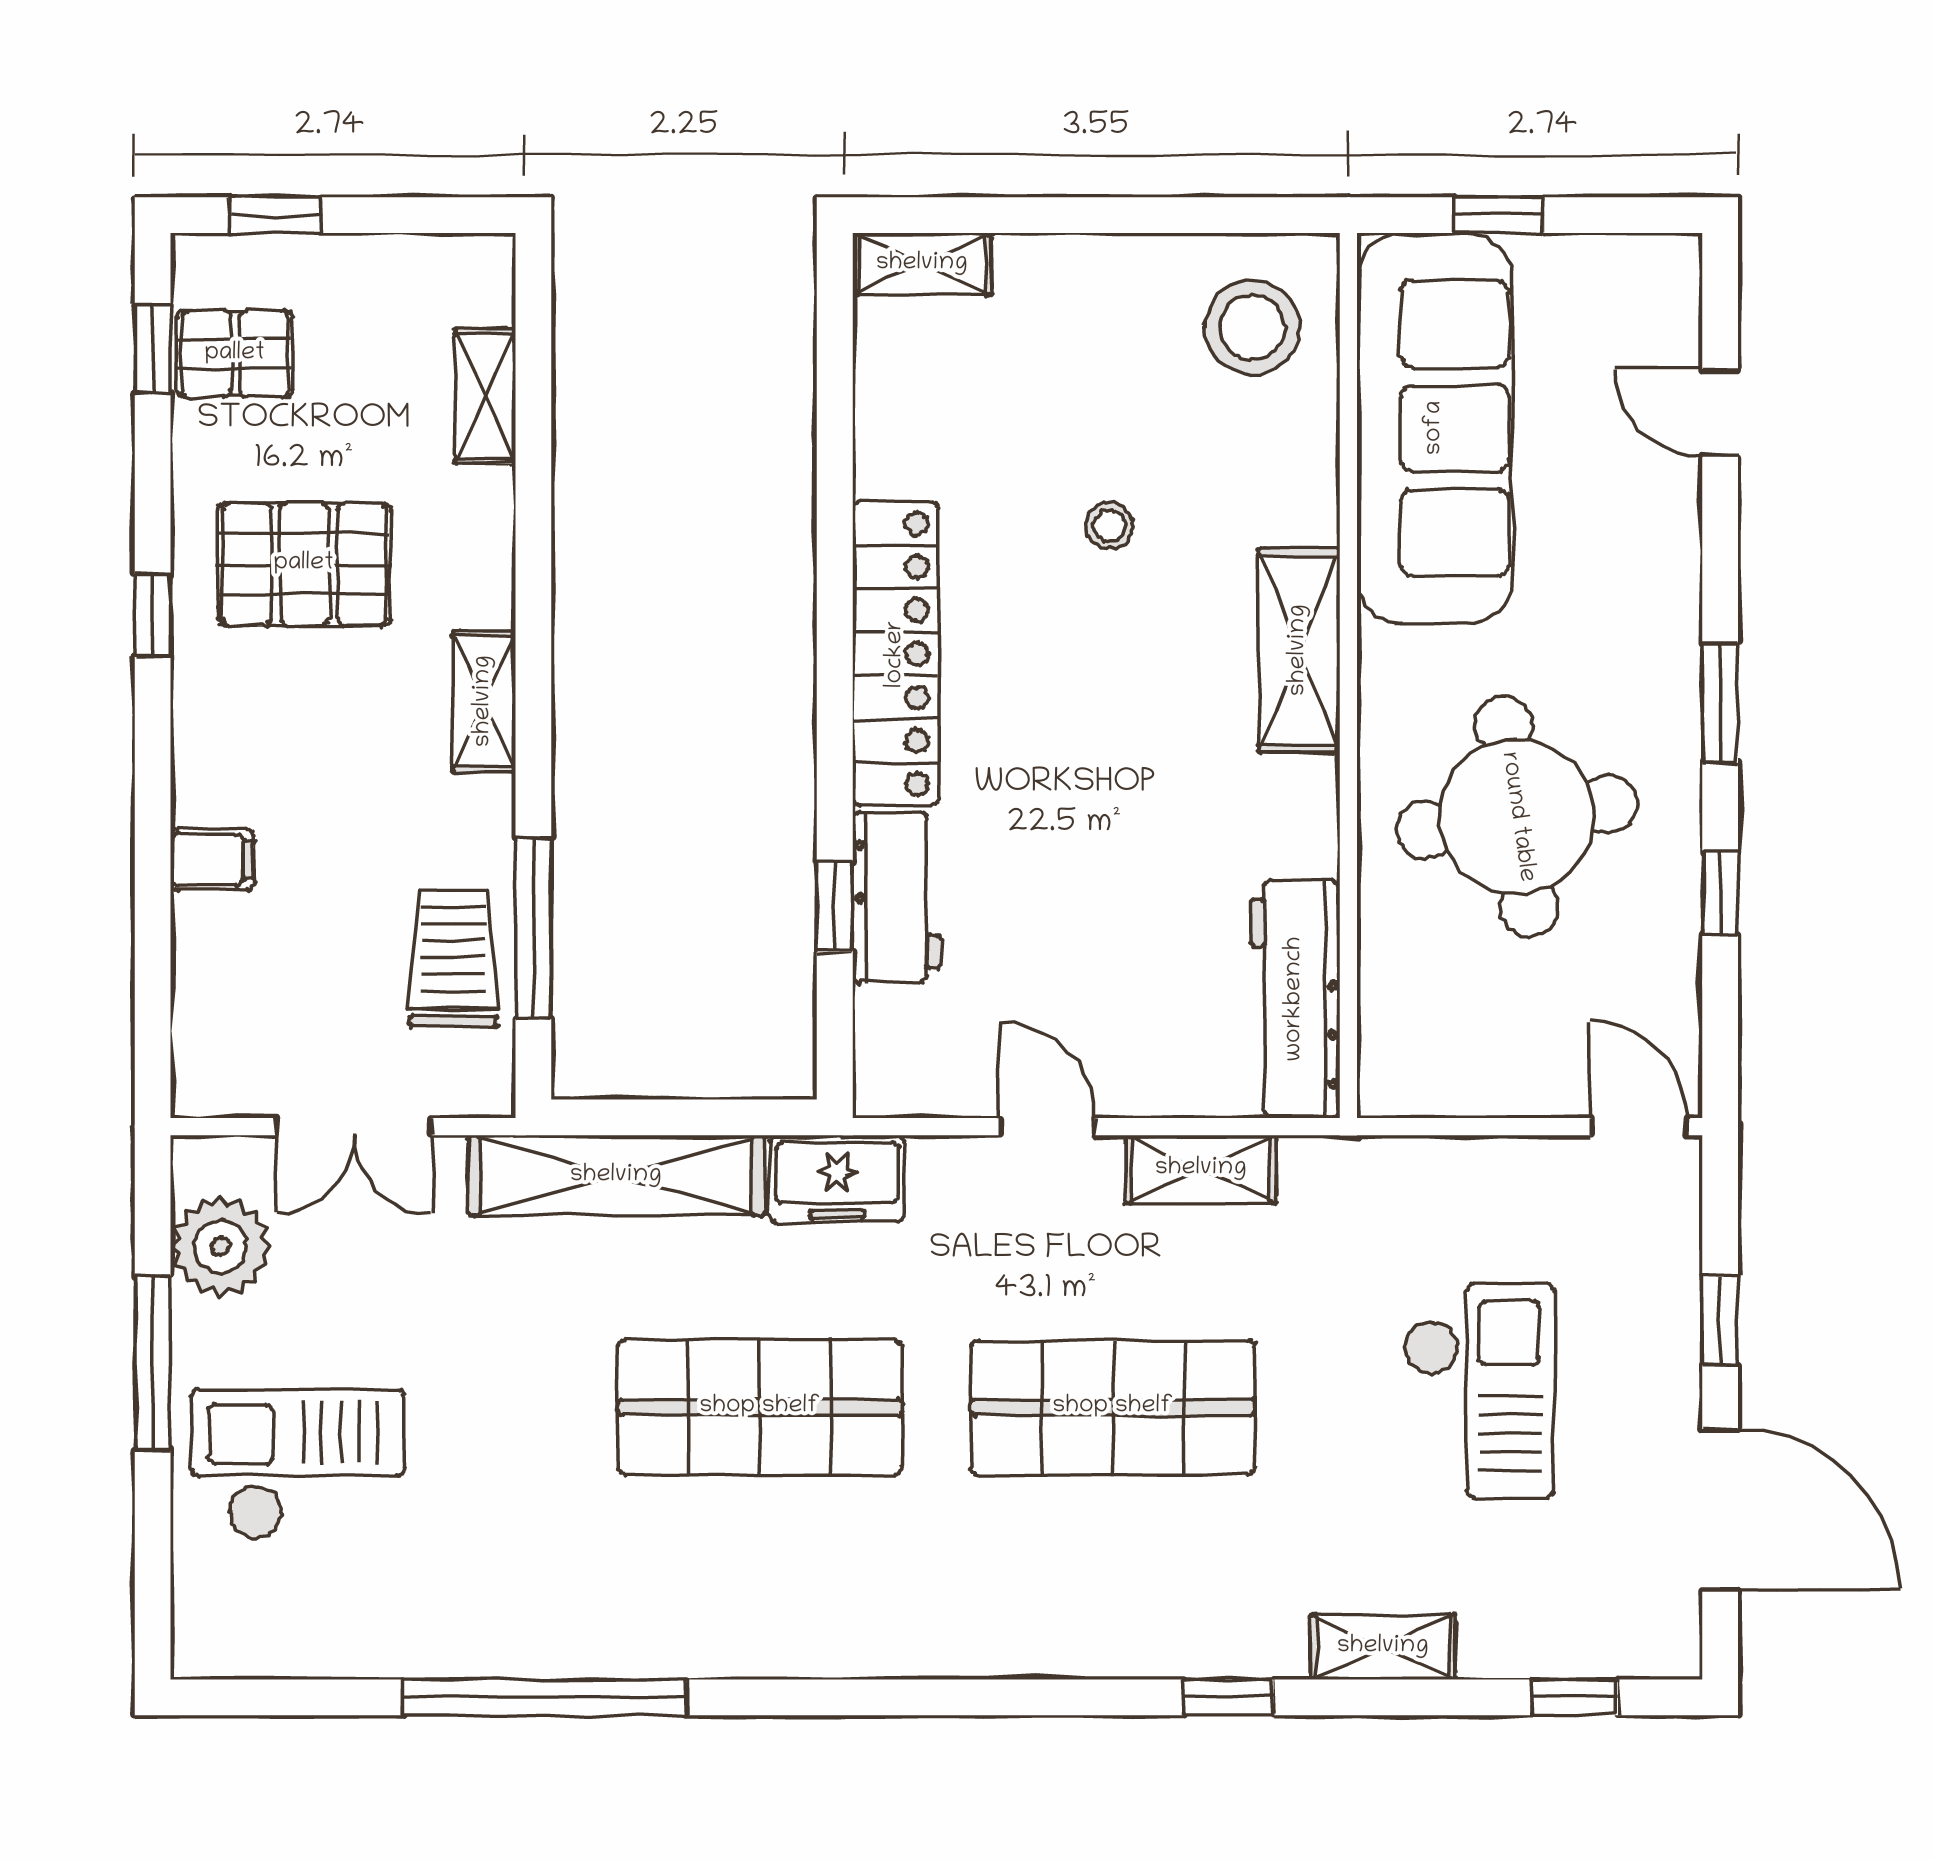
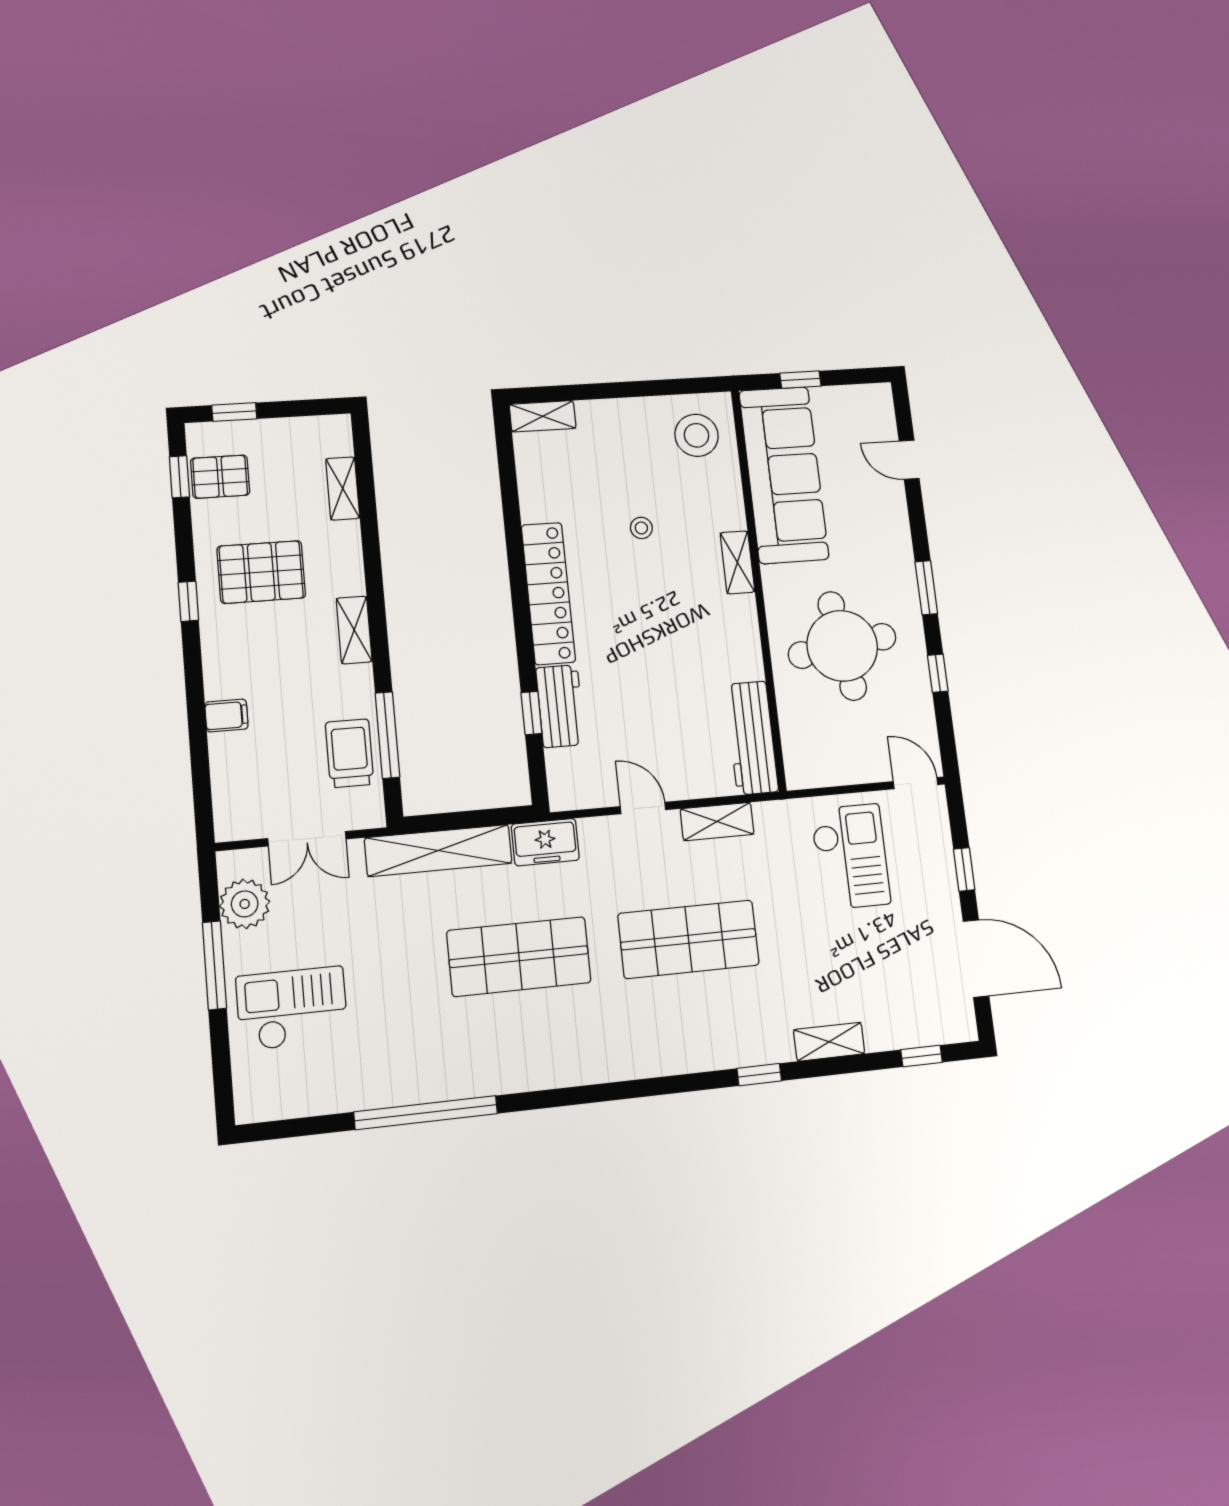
shelving: (1299, 650) -> (737, 562), width x0.67, depth x0.75
checkout: (1479, 1391) -> (850, 857), moved

